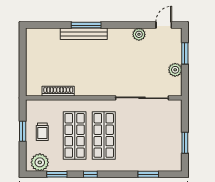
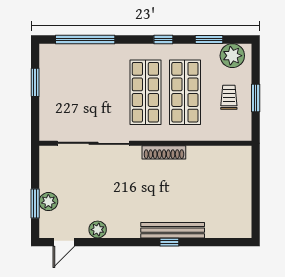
window: (86, 25) -> (169, 242), width x0.46
plant: (175, 70) -> (48, 202), moved
shoe rack: (58, 91) -> (164, 152), moved
window: (148, 174) -> (85, 40), width x2.11

